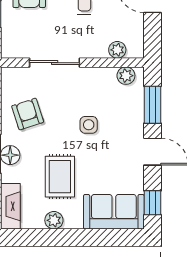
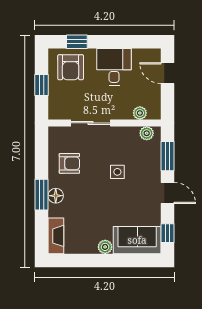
armchair: (28, 114) -> (69, 163), turned 108
rug: (60, 177) -> (95, 213), removed
plant: (54, 220) -> (105, 247), moved

